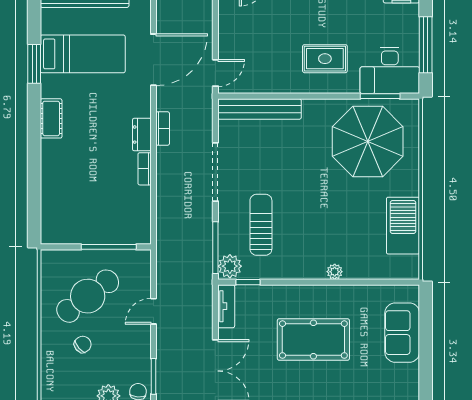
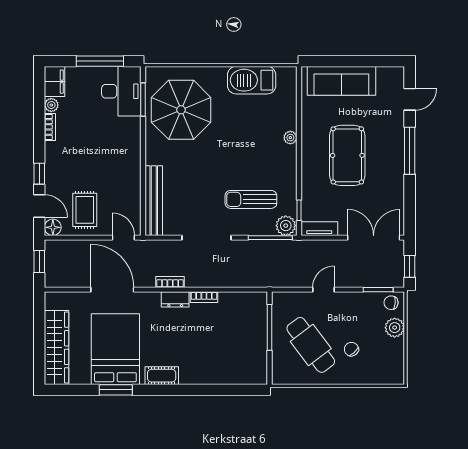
bed: (83, 54) -> (115, 349), width x1.50
rug: (325, 59) -> (85, 210), moved
door: (154, 311) -> (324, 290), swing flipped
sofa: (402, 333) -> (341, 81), width x1.36

